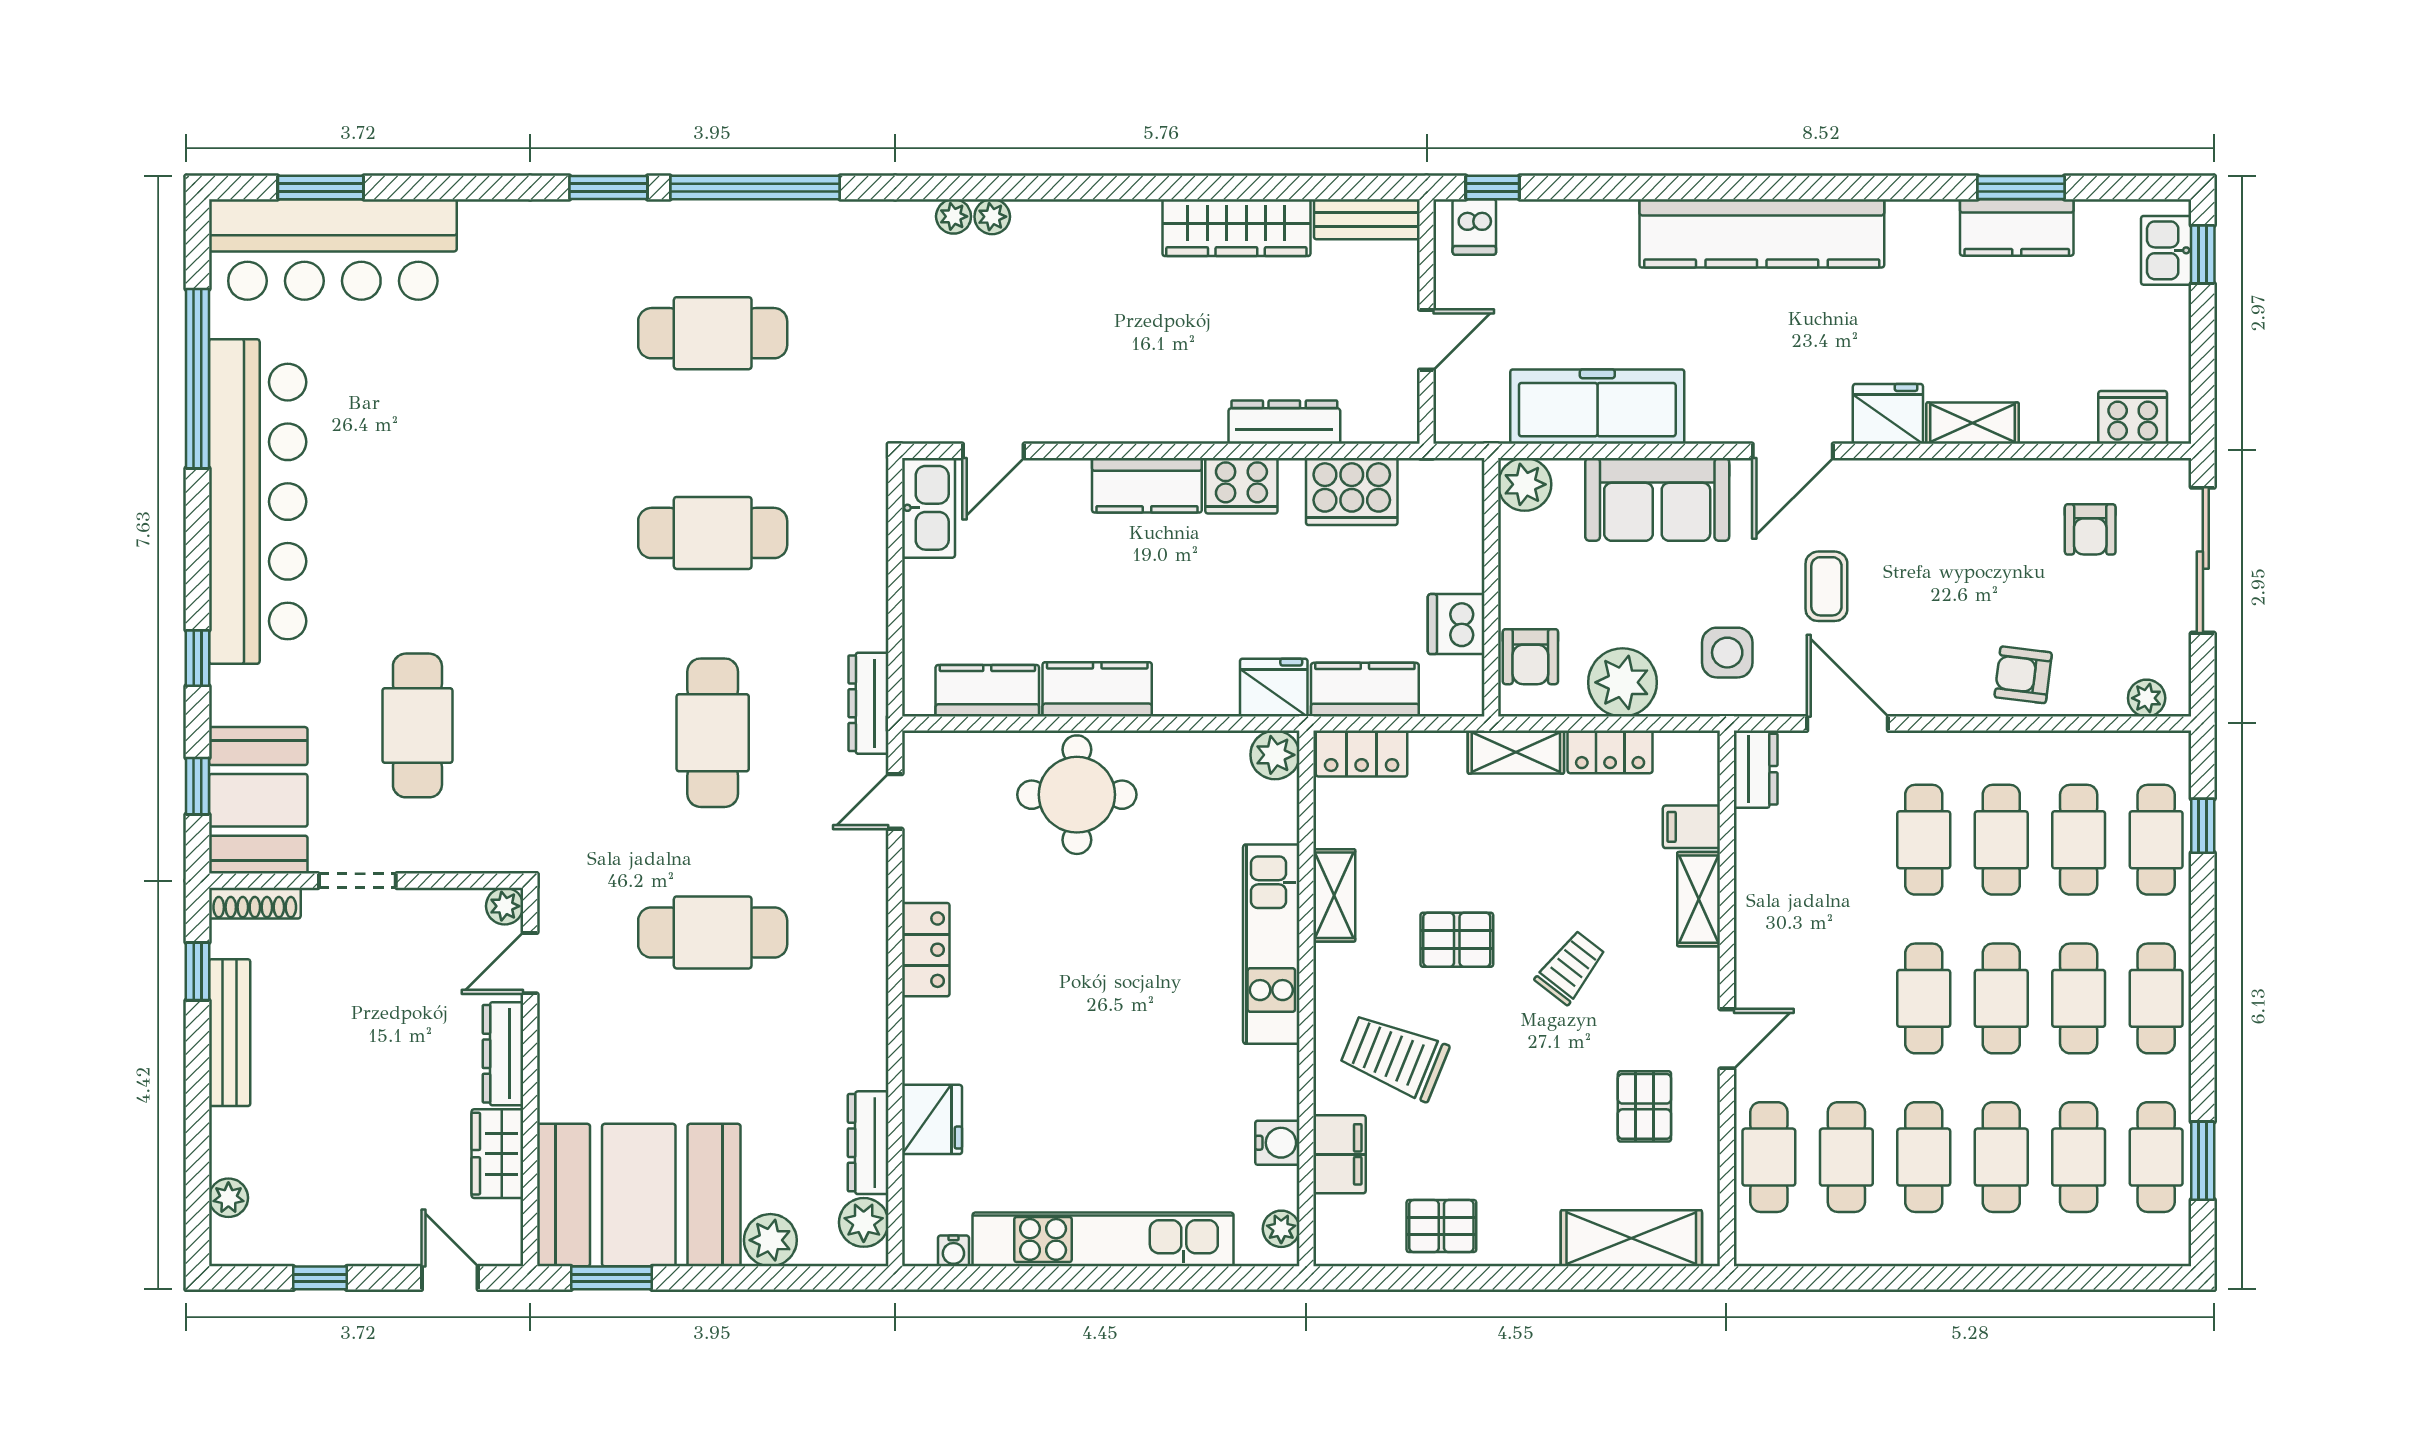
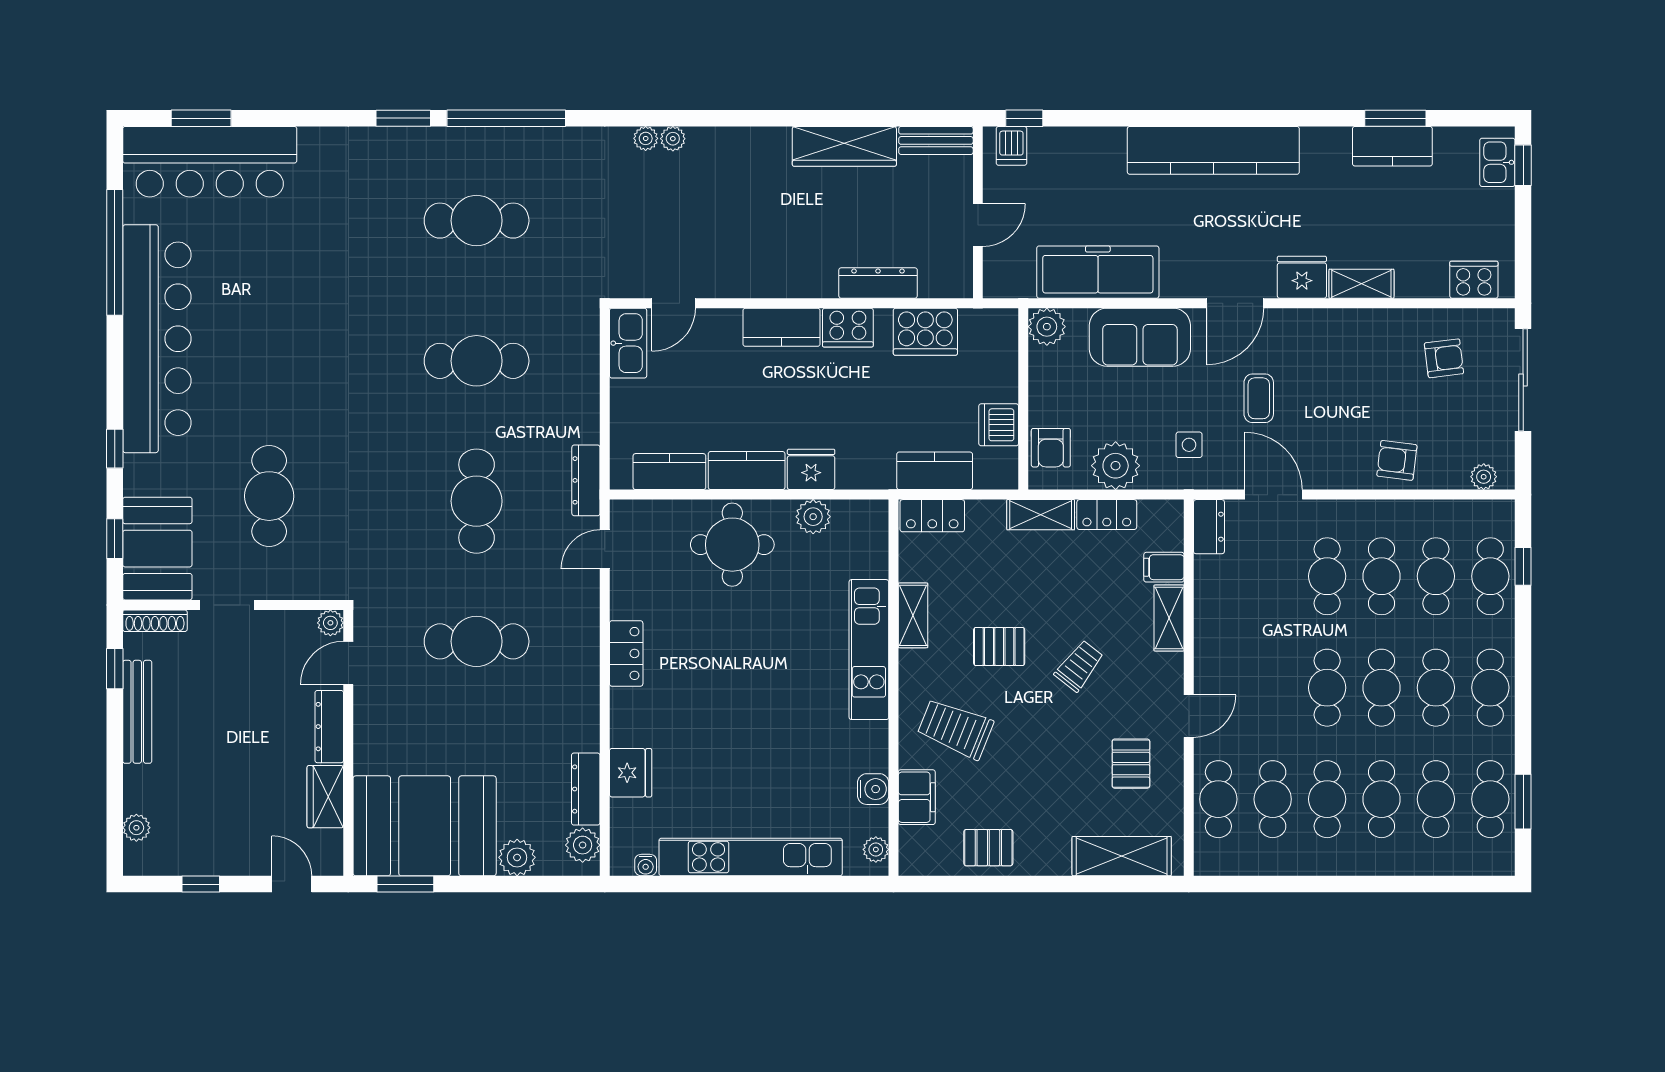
armchair: (2090, 529) -> (1444, 358), turned -97
side table: (1727, 653) -> (1189, 445), width x0.73, depth x0.73
fridge: (1274, 688) -> (811, 469), moved
plant: (1275, 755) -> (813, 517), moved

